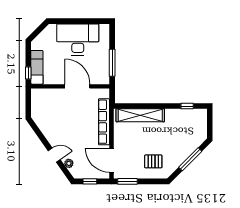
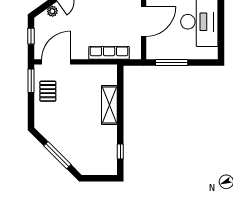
shelving: (140, 115) -> (109, 105), width x0.68
row of seats: (104, 122) -> (109, 53), width x0.73
pallet: (153, 161) -> (48, 91), moved

